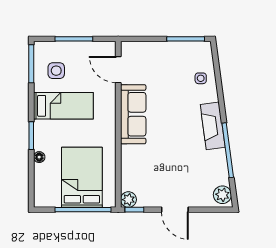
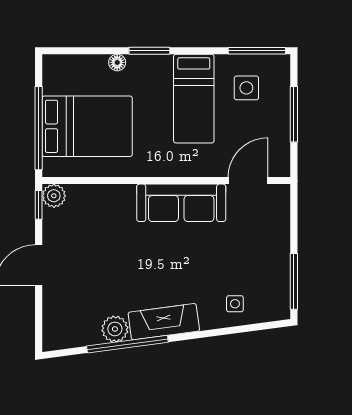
plant: (222, 195) -> (115, 329), moved

